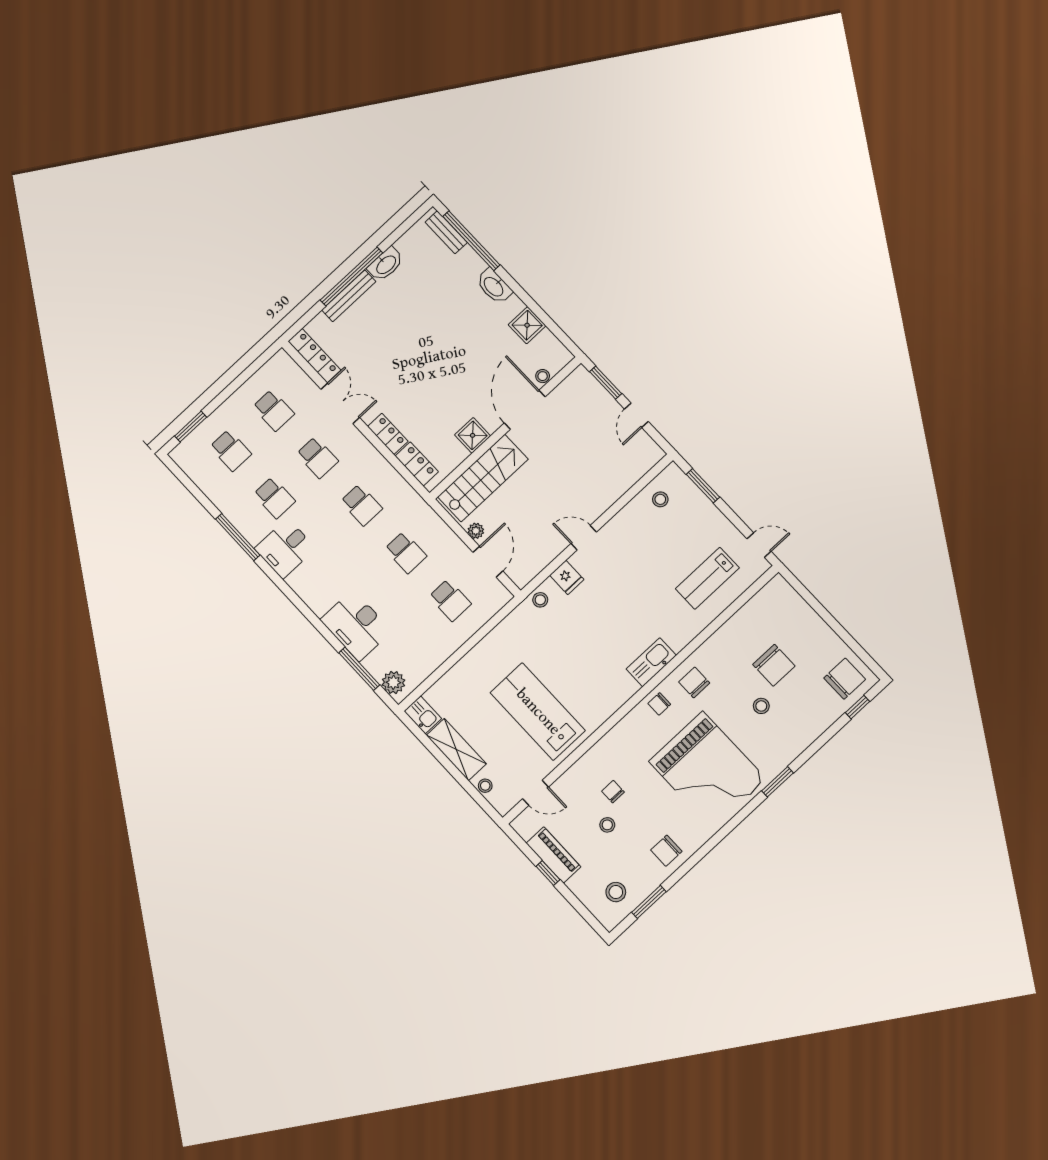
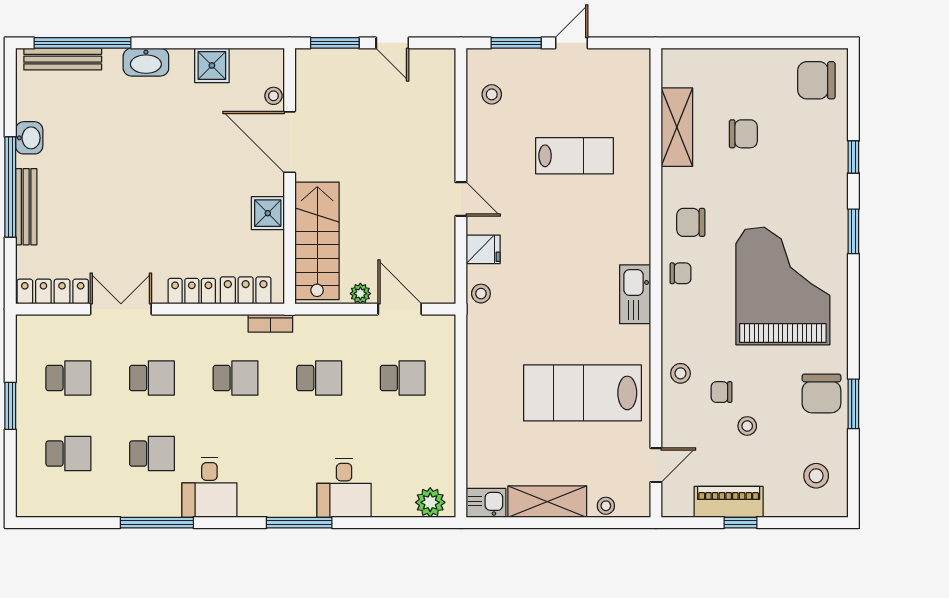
bench: (446, 232) -> (63, 59), width x1.36
washbasin: (386, 264) -> (29, 138), width x0.72
window: (191, 427) -> (10, 406), moved
bookcase: (411, 496) -> (270, 323), added
door: (584, 538) -> (461, 199), swing flipped
door: (759, 545) -> (571, 43), moved
lab bench: (707, 578) -> (575, 156), moved, turned -90
shelving: (742, 623) -> (677, 127), added
desk: (356, 625) -> (344, 488), width x0.73
kitchen sink: (651, 662) -> (635, 294), moved
chair: (774, 665) -> (743, 134), width x0.73, depth x0.73
window: (359, 669) -> (299, 523), moved
chair: (845, 679) -> (816, 80), turned -90
chair: (659, 704) -> (680, 273), turned -90
stool: (761, 706) -> (680, 373), moved
window: (858, 707) -> (853, 157), moved
grand piano: (707, 770) -> (783, 286), turned -90
chair: (666, 851) -> (821, 393), width x1.37, depth x1.37
window: (649, 902) -> (853, 404), moved

